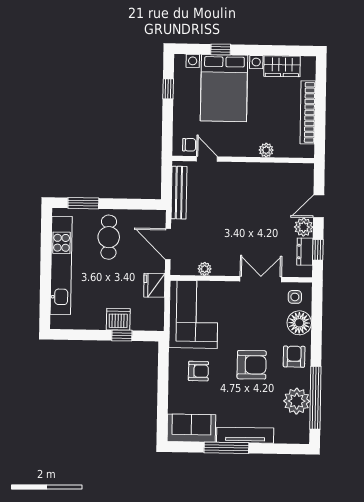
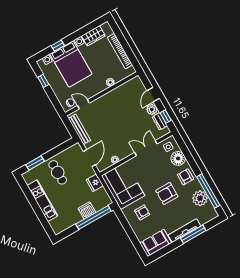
door: (168, 244) -> (89, 158), swing flipped
kitchen unit: (61, 265) -> (42, 201), width x0.73
window: (122, 335) -> (93, 217), width x3.17
armchair: (252, 365) -> (167, 194), turned 180
window: (226, 448) -> (193, 234), moved

